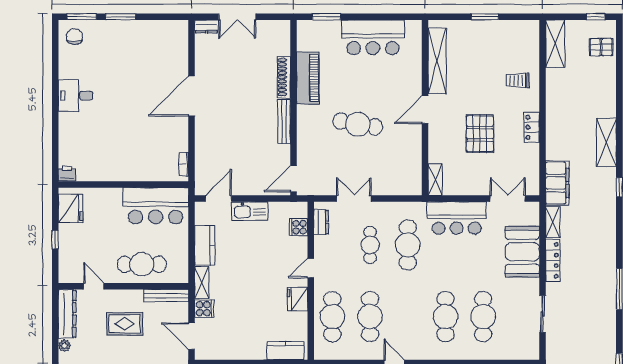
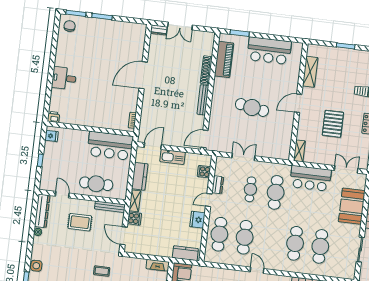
shelving: (437, 61) -> (310, 72), width x0.68
piano: (308, 78) -> (224, 59), moved
desk: (76, 96) -> (64, 78), moved
fridge: (71, 209) -> (52, 136), width x0.53, depth x0.75
dresser: (321, 222) -> (218, 185), moved

